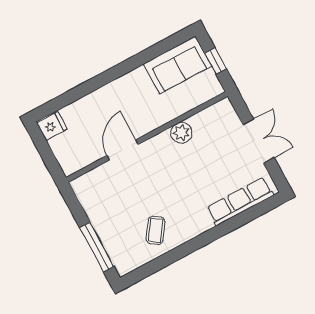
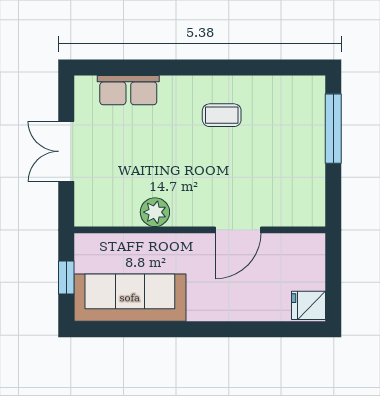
sofa: (177, 65) -> (130, 298), width x1.36
row of seats: (240, 201) -> (128, 90), width x0.68
coffee table: (156, 230) -> (222, 115), moved, turned 56

